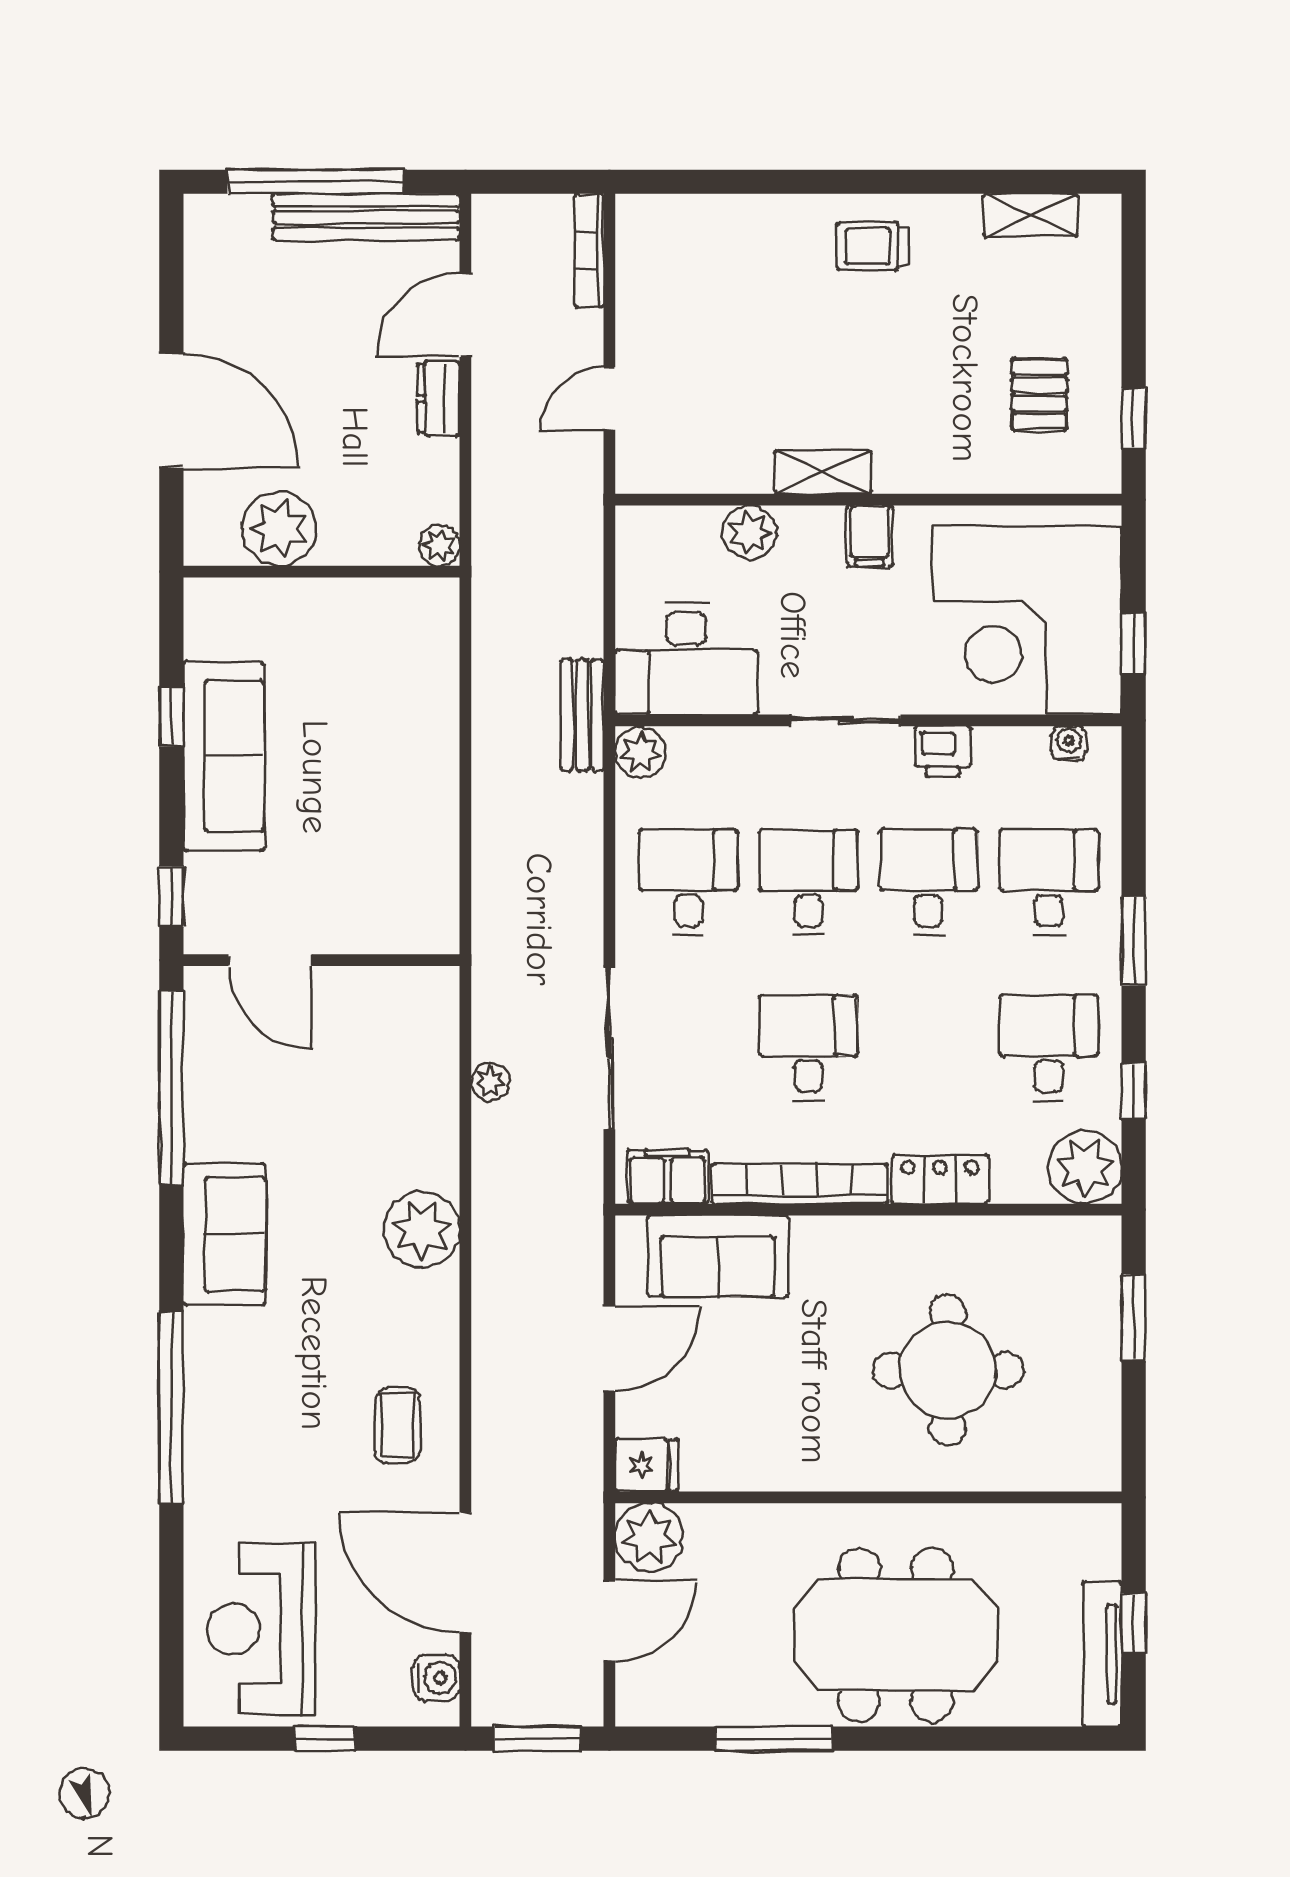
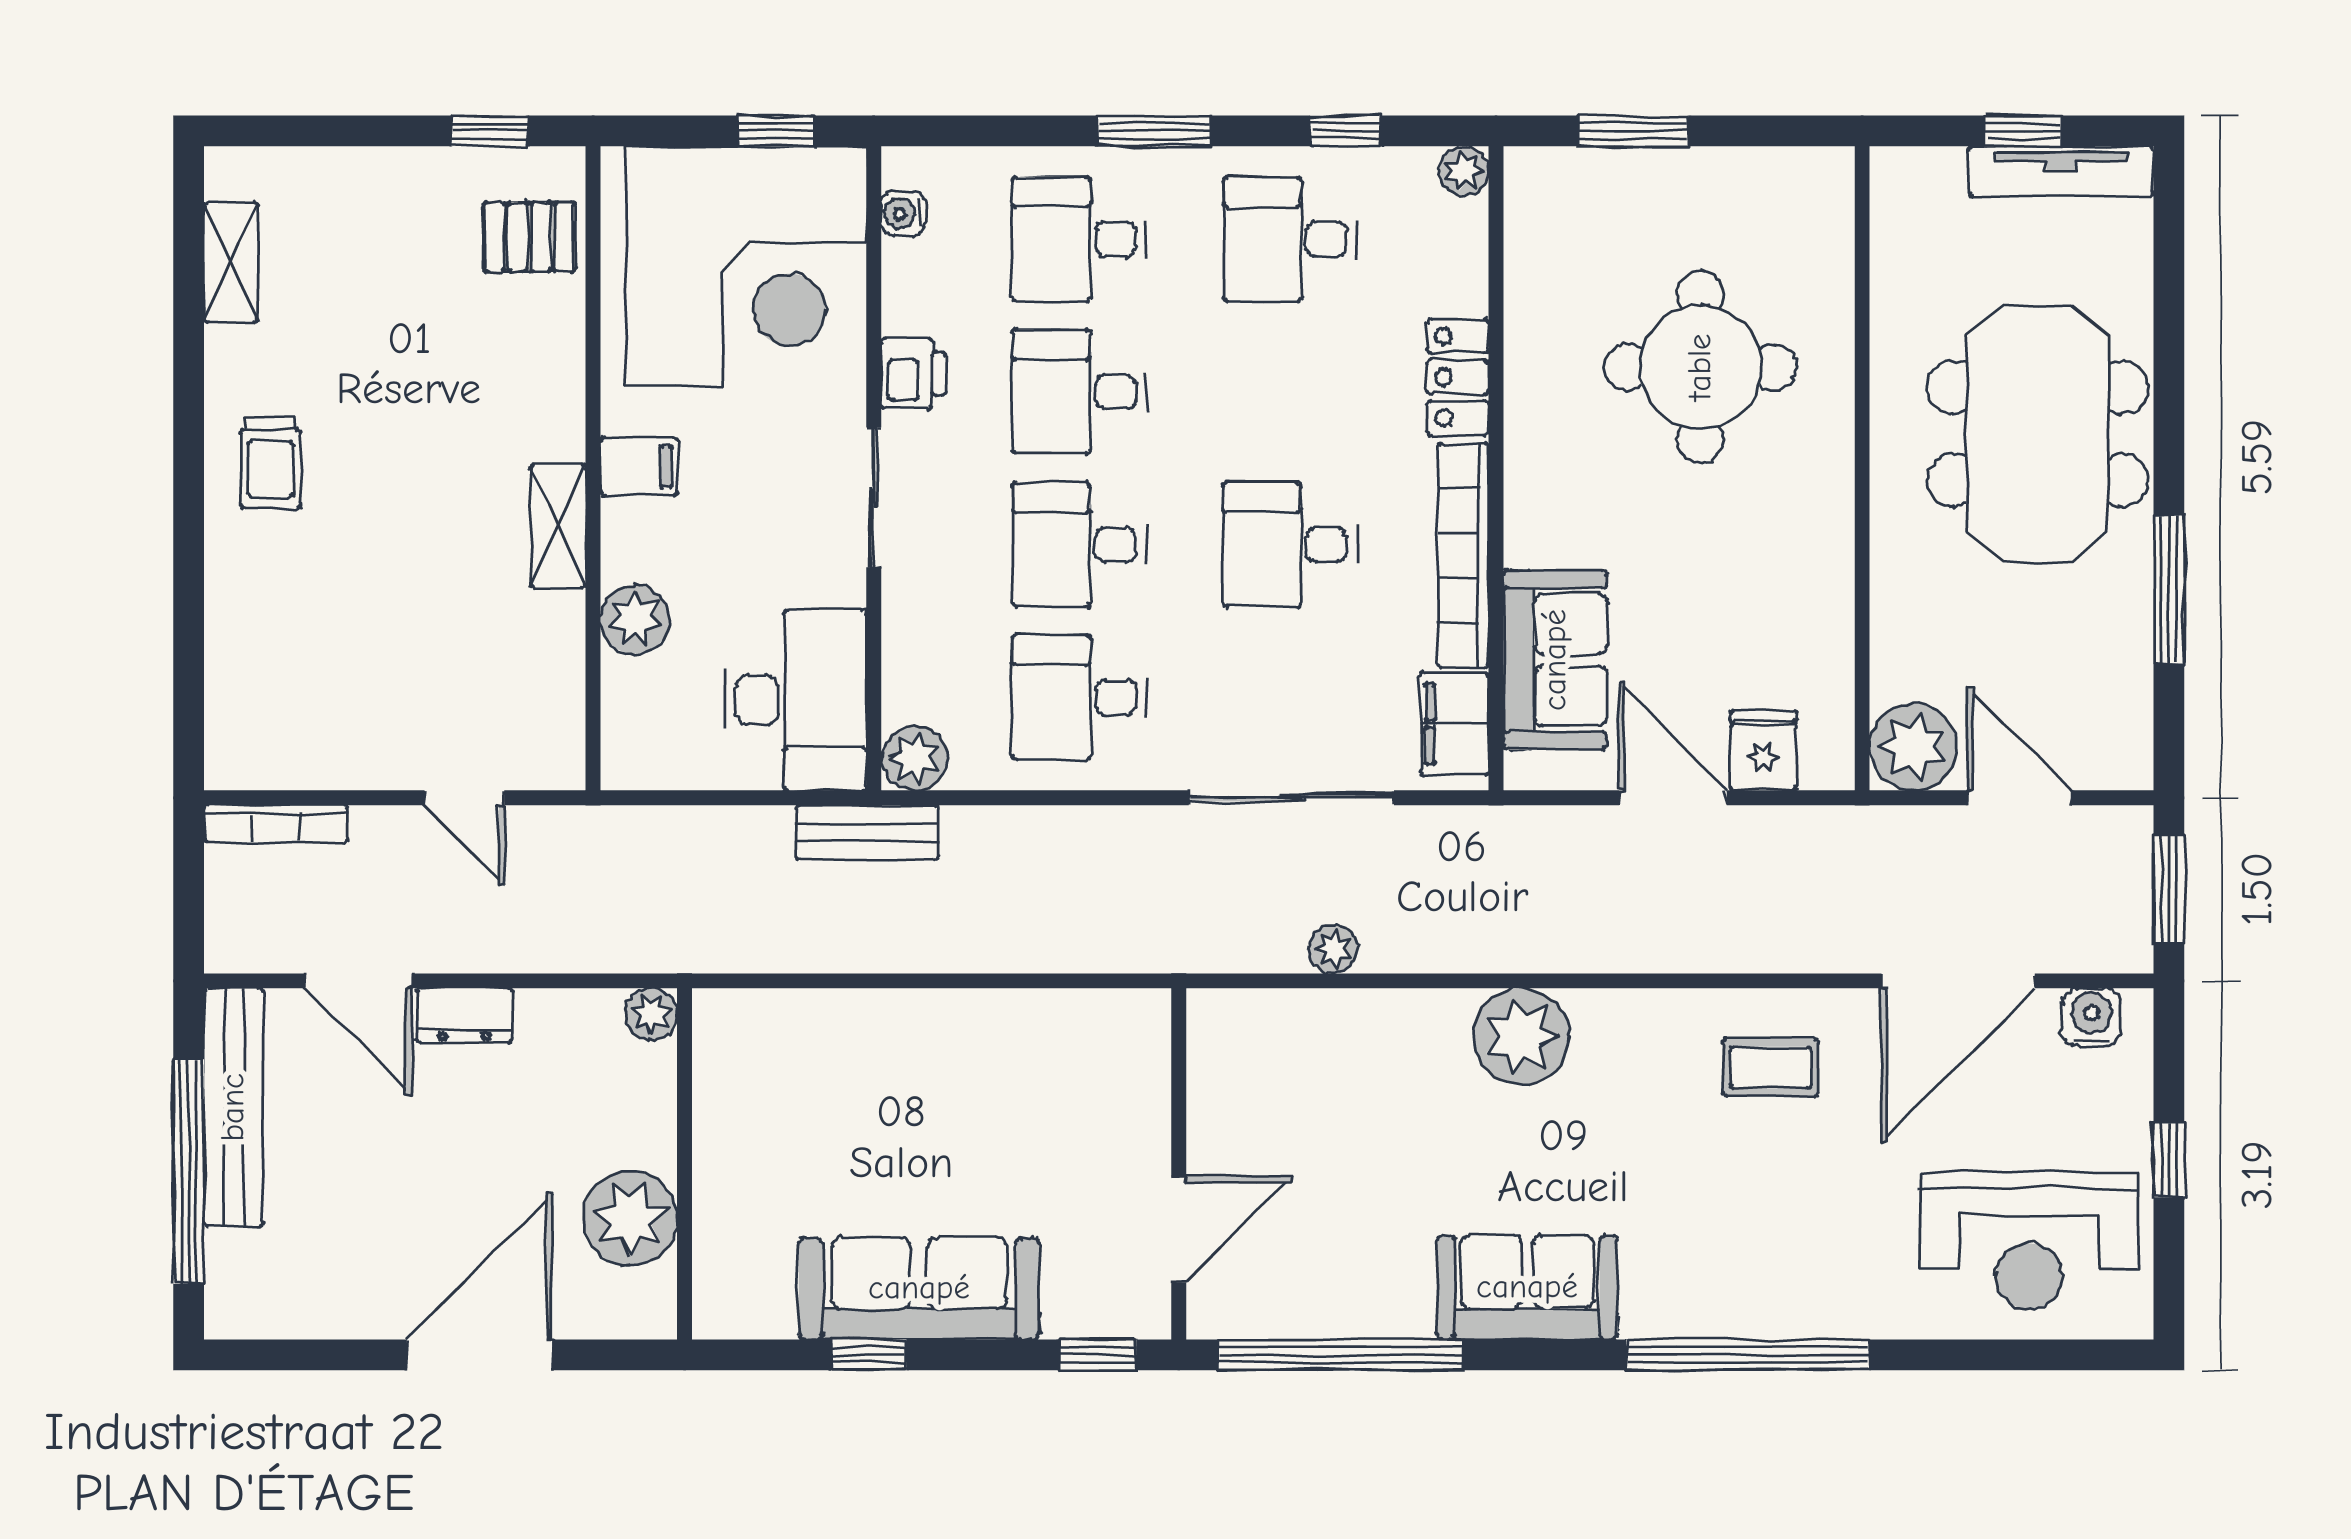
pallet: (1039, 394) -> (529, 237), moved
plant: (1085, 1167) -> (1464, 171), width x0.53, depth x0.53
fridge: (647, 1465) -> (1763, 751), moved

